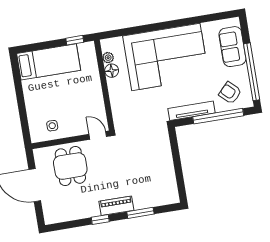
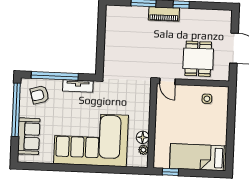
armchair: (230, 93) -> (40, 95), turned 120
tv unit: (192, 111) -> (78, 86), width x0.71

